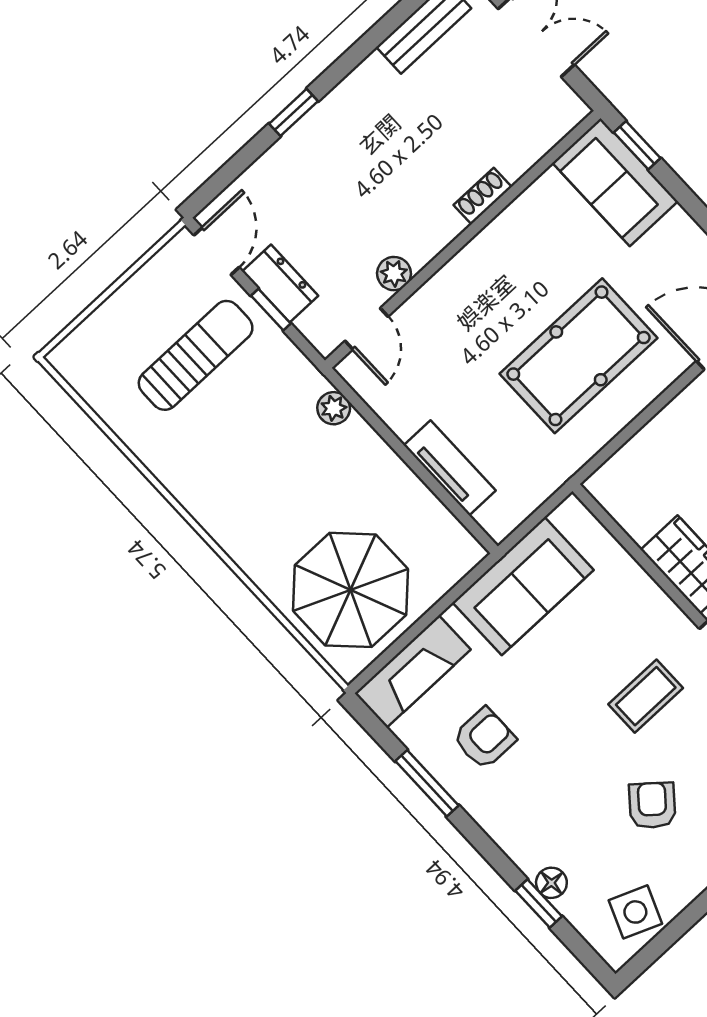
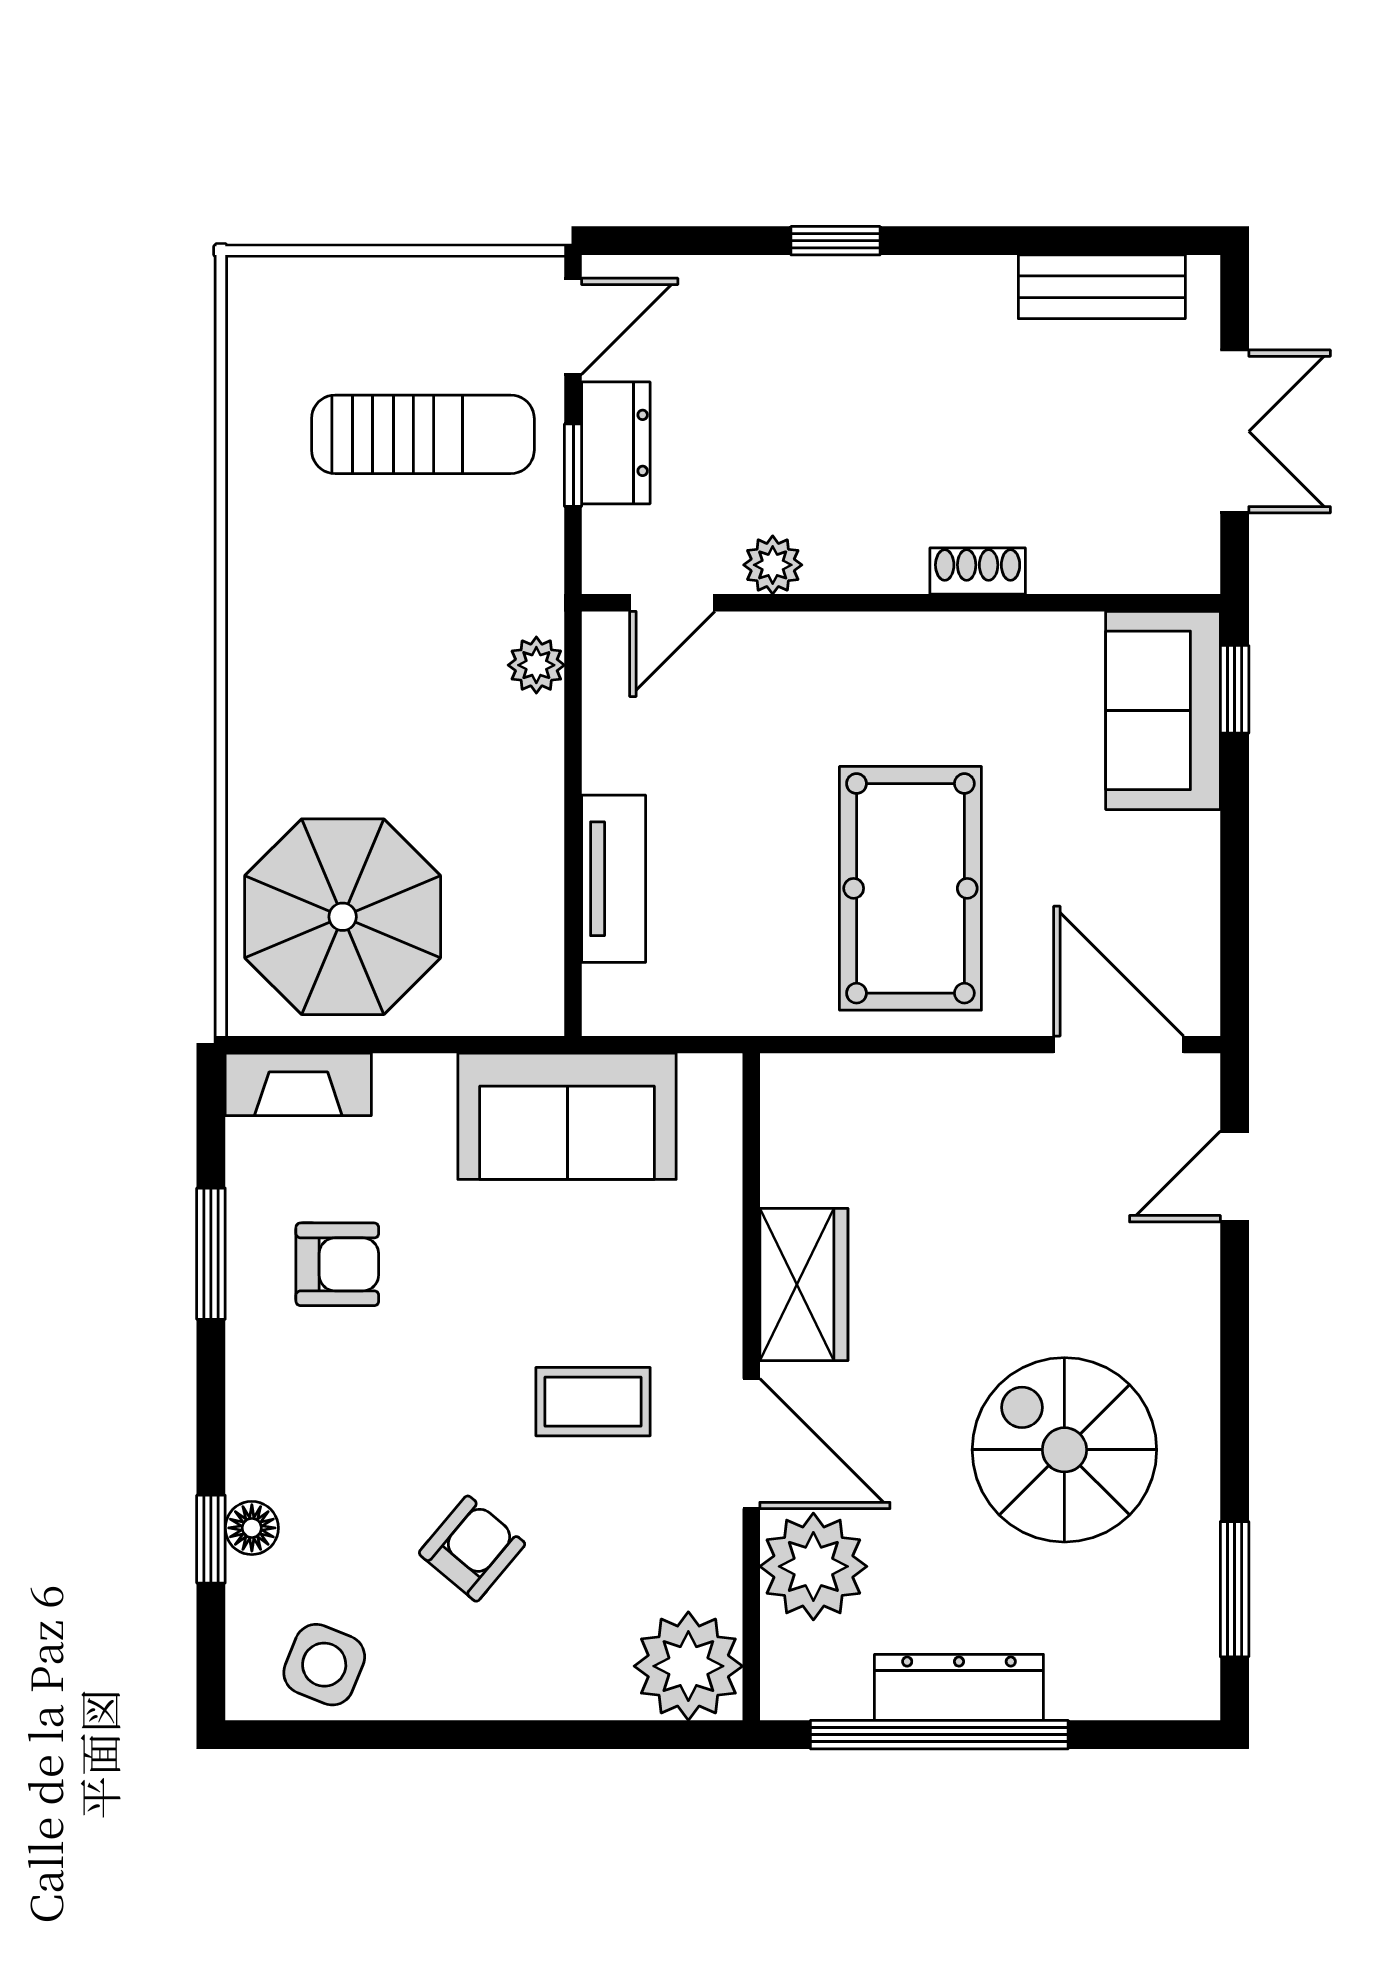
pool table: (579, 356) -> (910, 888), turned 90
fireplace: (413, 671) -> (298, 1084), width x0.73, depth x0.76

